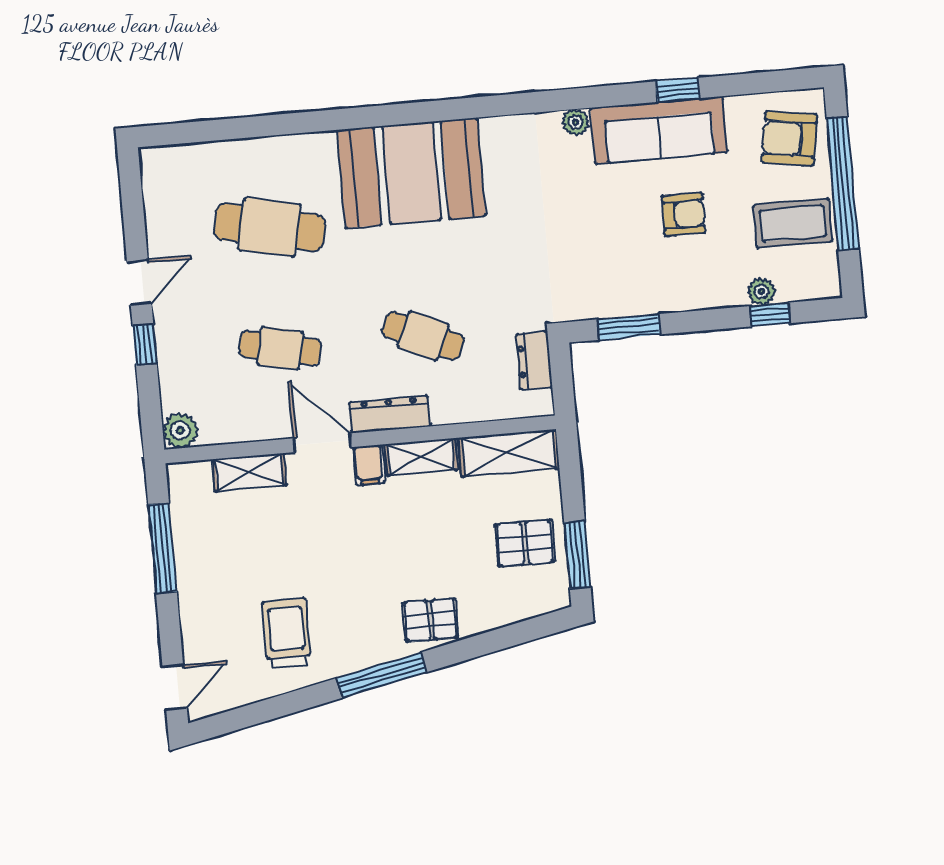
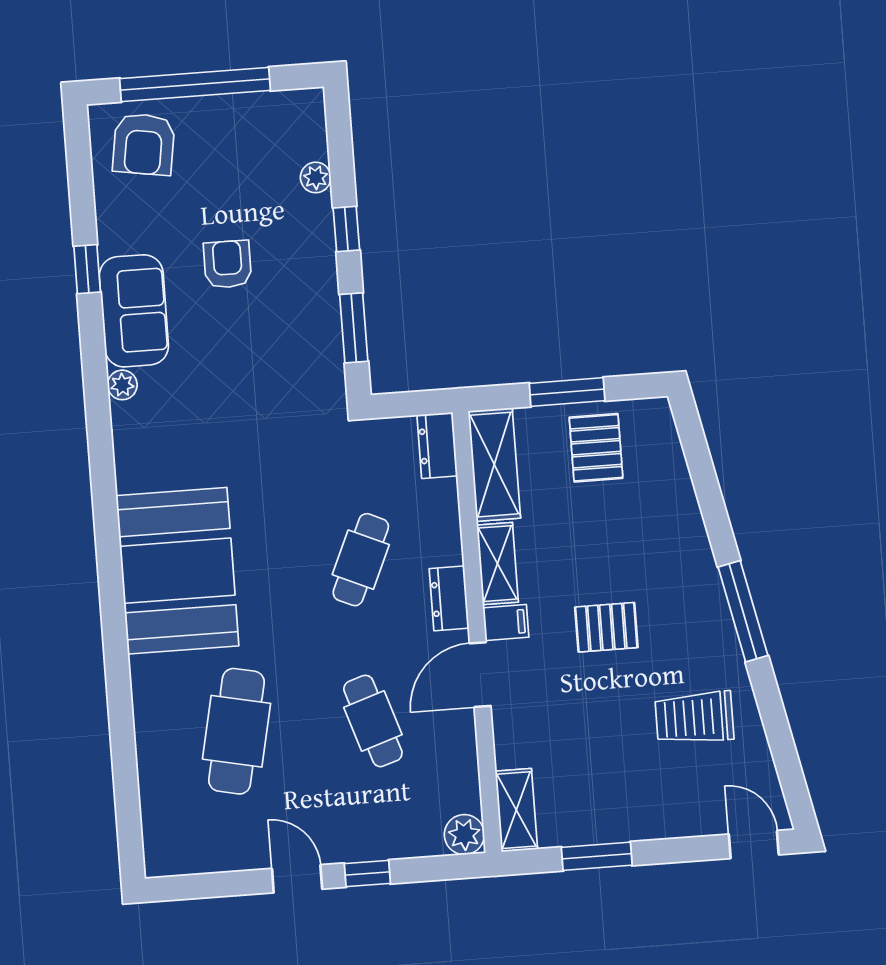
sofa: (659, 130) -> (134, 311), width x0.73
coffee table: (793, 223) -> (239, 141), removed
window: (770, 315) -> (346, 229), moved
cafe table: (280, 348) -> (373, 721), turned -30
dresser: (534, 361) -> (437, 445), moved, turned 90
dresser: (390, 414) -> (449, 598), width x0.70
shelving: (249, 472) -> (516, 810), moved
window: (162, 548) -> (597, 856), width x0.69
window: (577, 555) -> (567, 392), moved
pallet: (430, 620) -> (606, 627), moved, turned 90

